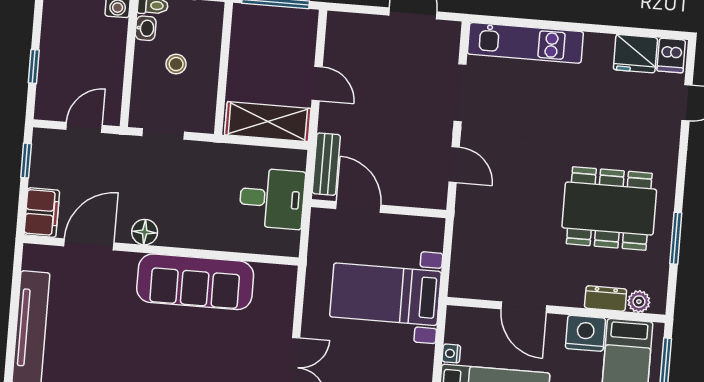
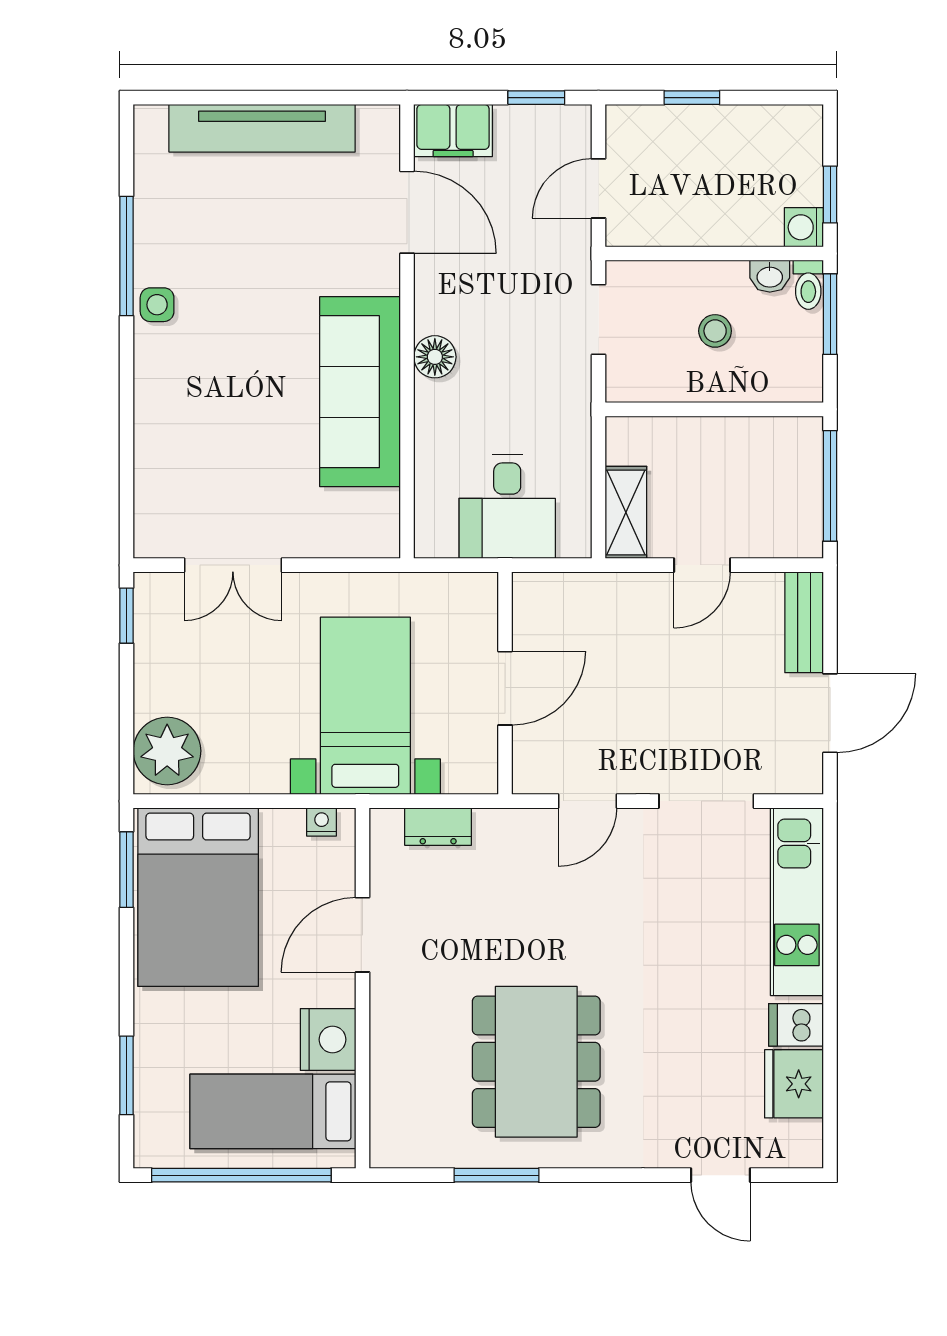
dishwasher: (671, 55) -> (796, 1025), moved
shelving: (268, 122) -> (626, 512), width x0.67, depth x0.75
door: (84, 127) -> (599, 188), swing flipped
bench: (326, 164) -> (804, 622), moved, turned 90
door: (358, 207) -> (505, 688), moved
floor lamp: (145, 232) -> (435, 357), moved
dresser: (606, 298) -> (438, 827), moved, turned 90
plant: (639, 302) -> (387, 1123), removed
nightstand: (451, 353) -> (322, 822), moved

